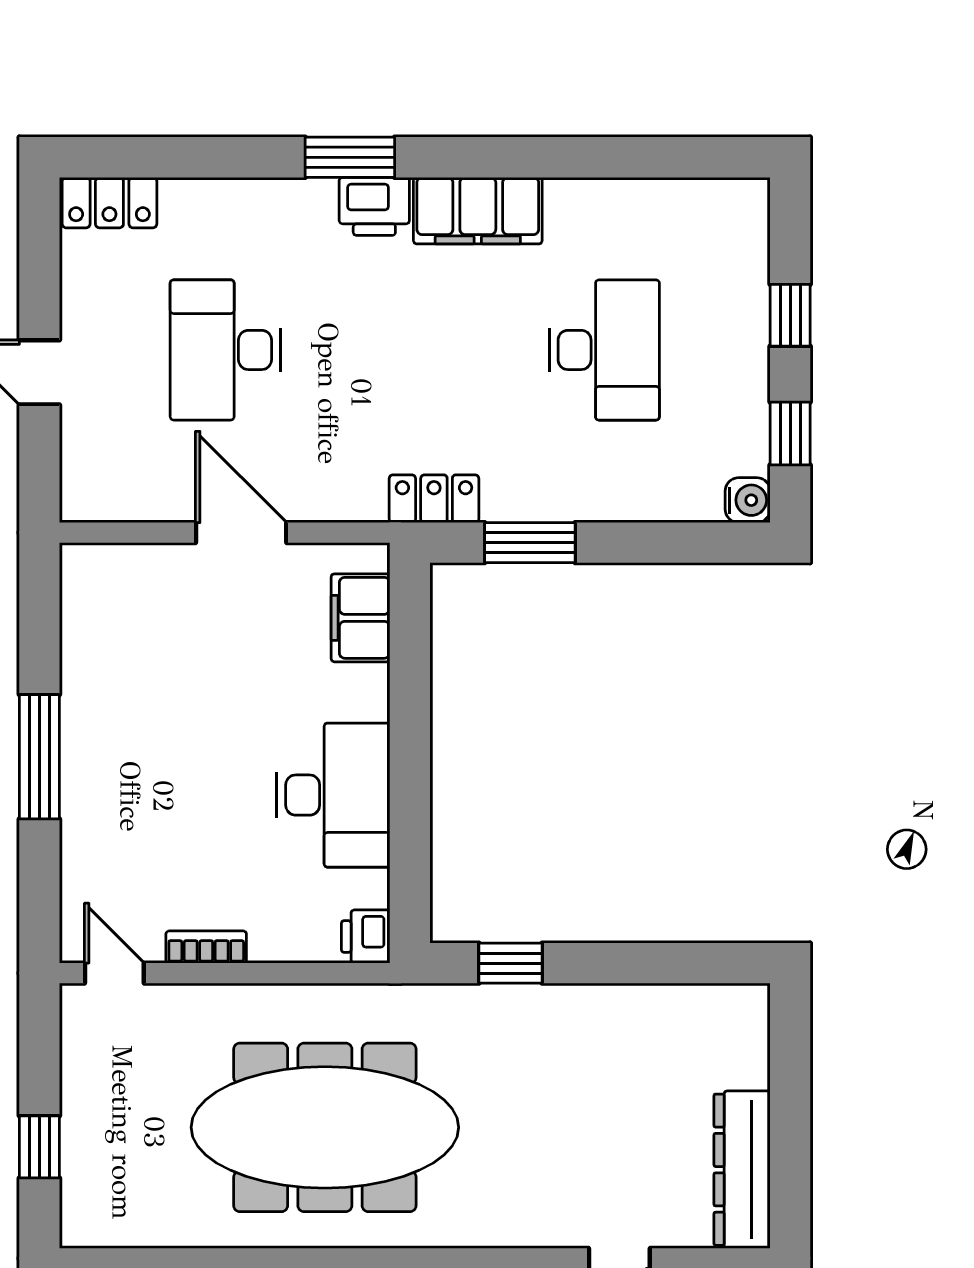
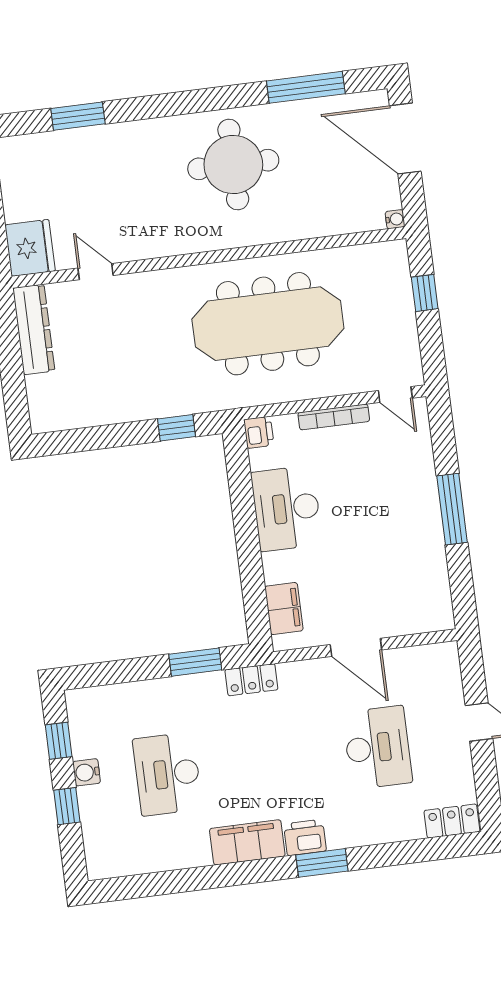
water cooler: (748, 500) -> (87, 772), moved
bookcase: (206, 947) -> (334, 417), width x1.56

